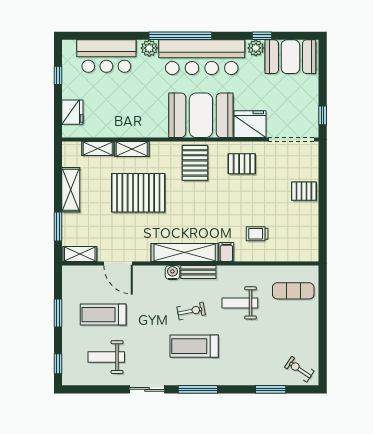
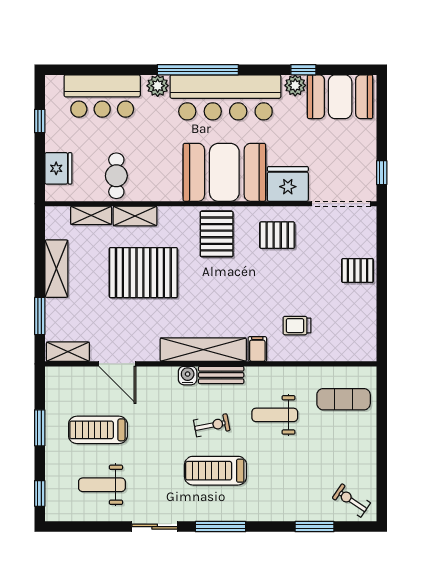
cafe table: (117, 118) -> (116, 176), added

